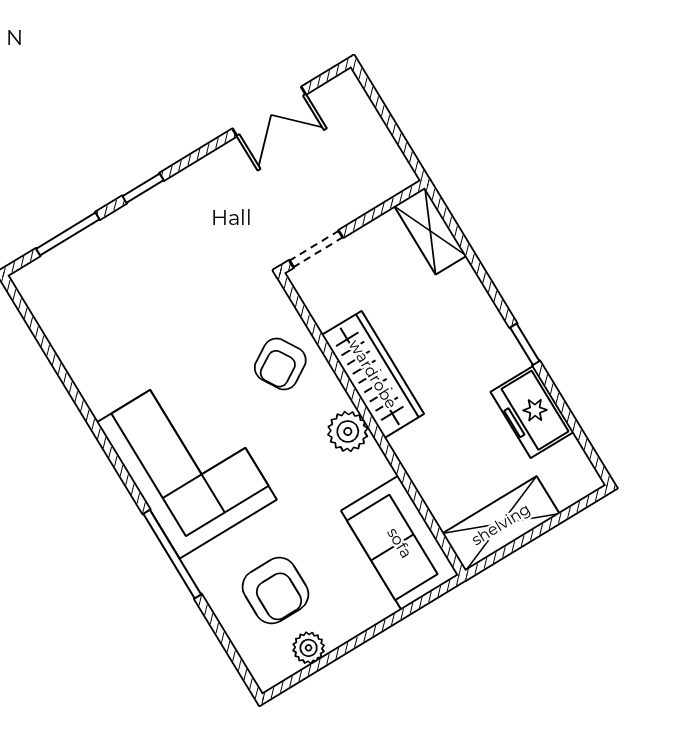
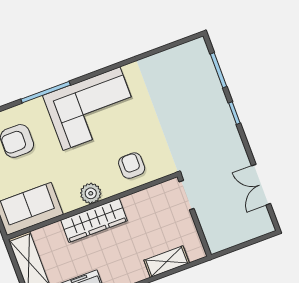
shelving: (430, 231) -> (167, 262), moved
armchair: (280, 364) -> (132, 166), turned 31
wardrobe: (373, 374) -> (94, 220), moved

